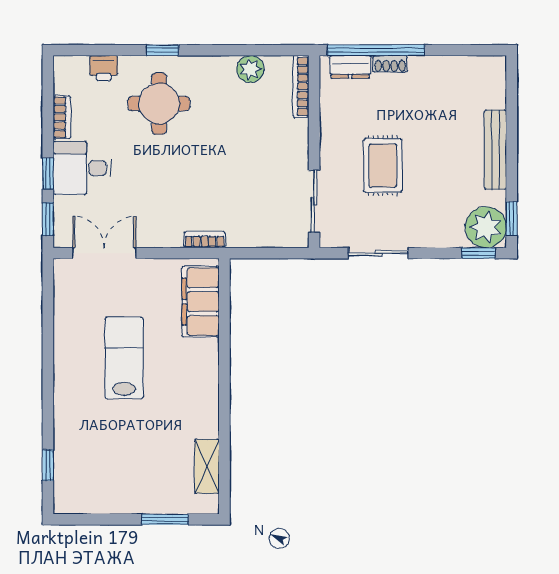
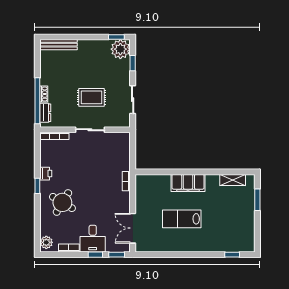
window: (162, 50) -> (37, 186), moved
printer: (104, 68) -> (46, 174), moved
plant: (250, 69) -> (46, 242), moved
round table: (159, 104) -> (62, 202), turned 31
bench: (495, 150) -> (58, 45), moved
sliding door: (314, 201) -> (90, 130), moved
window: (478, 253) -> (133, 63), moved
filing cabinet: (201, 302) -> (188, 183), moved

